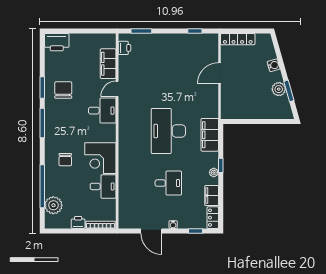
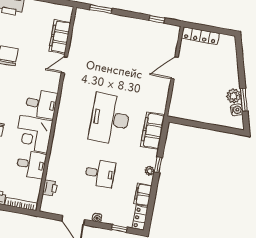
printer: (124, 48) -> (50, 188), moved
water cooler: (274, 65) -> (237, 110), moved
desk: (102, 111) -> (41, 104), moved

